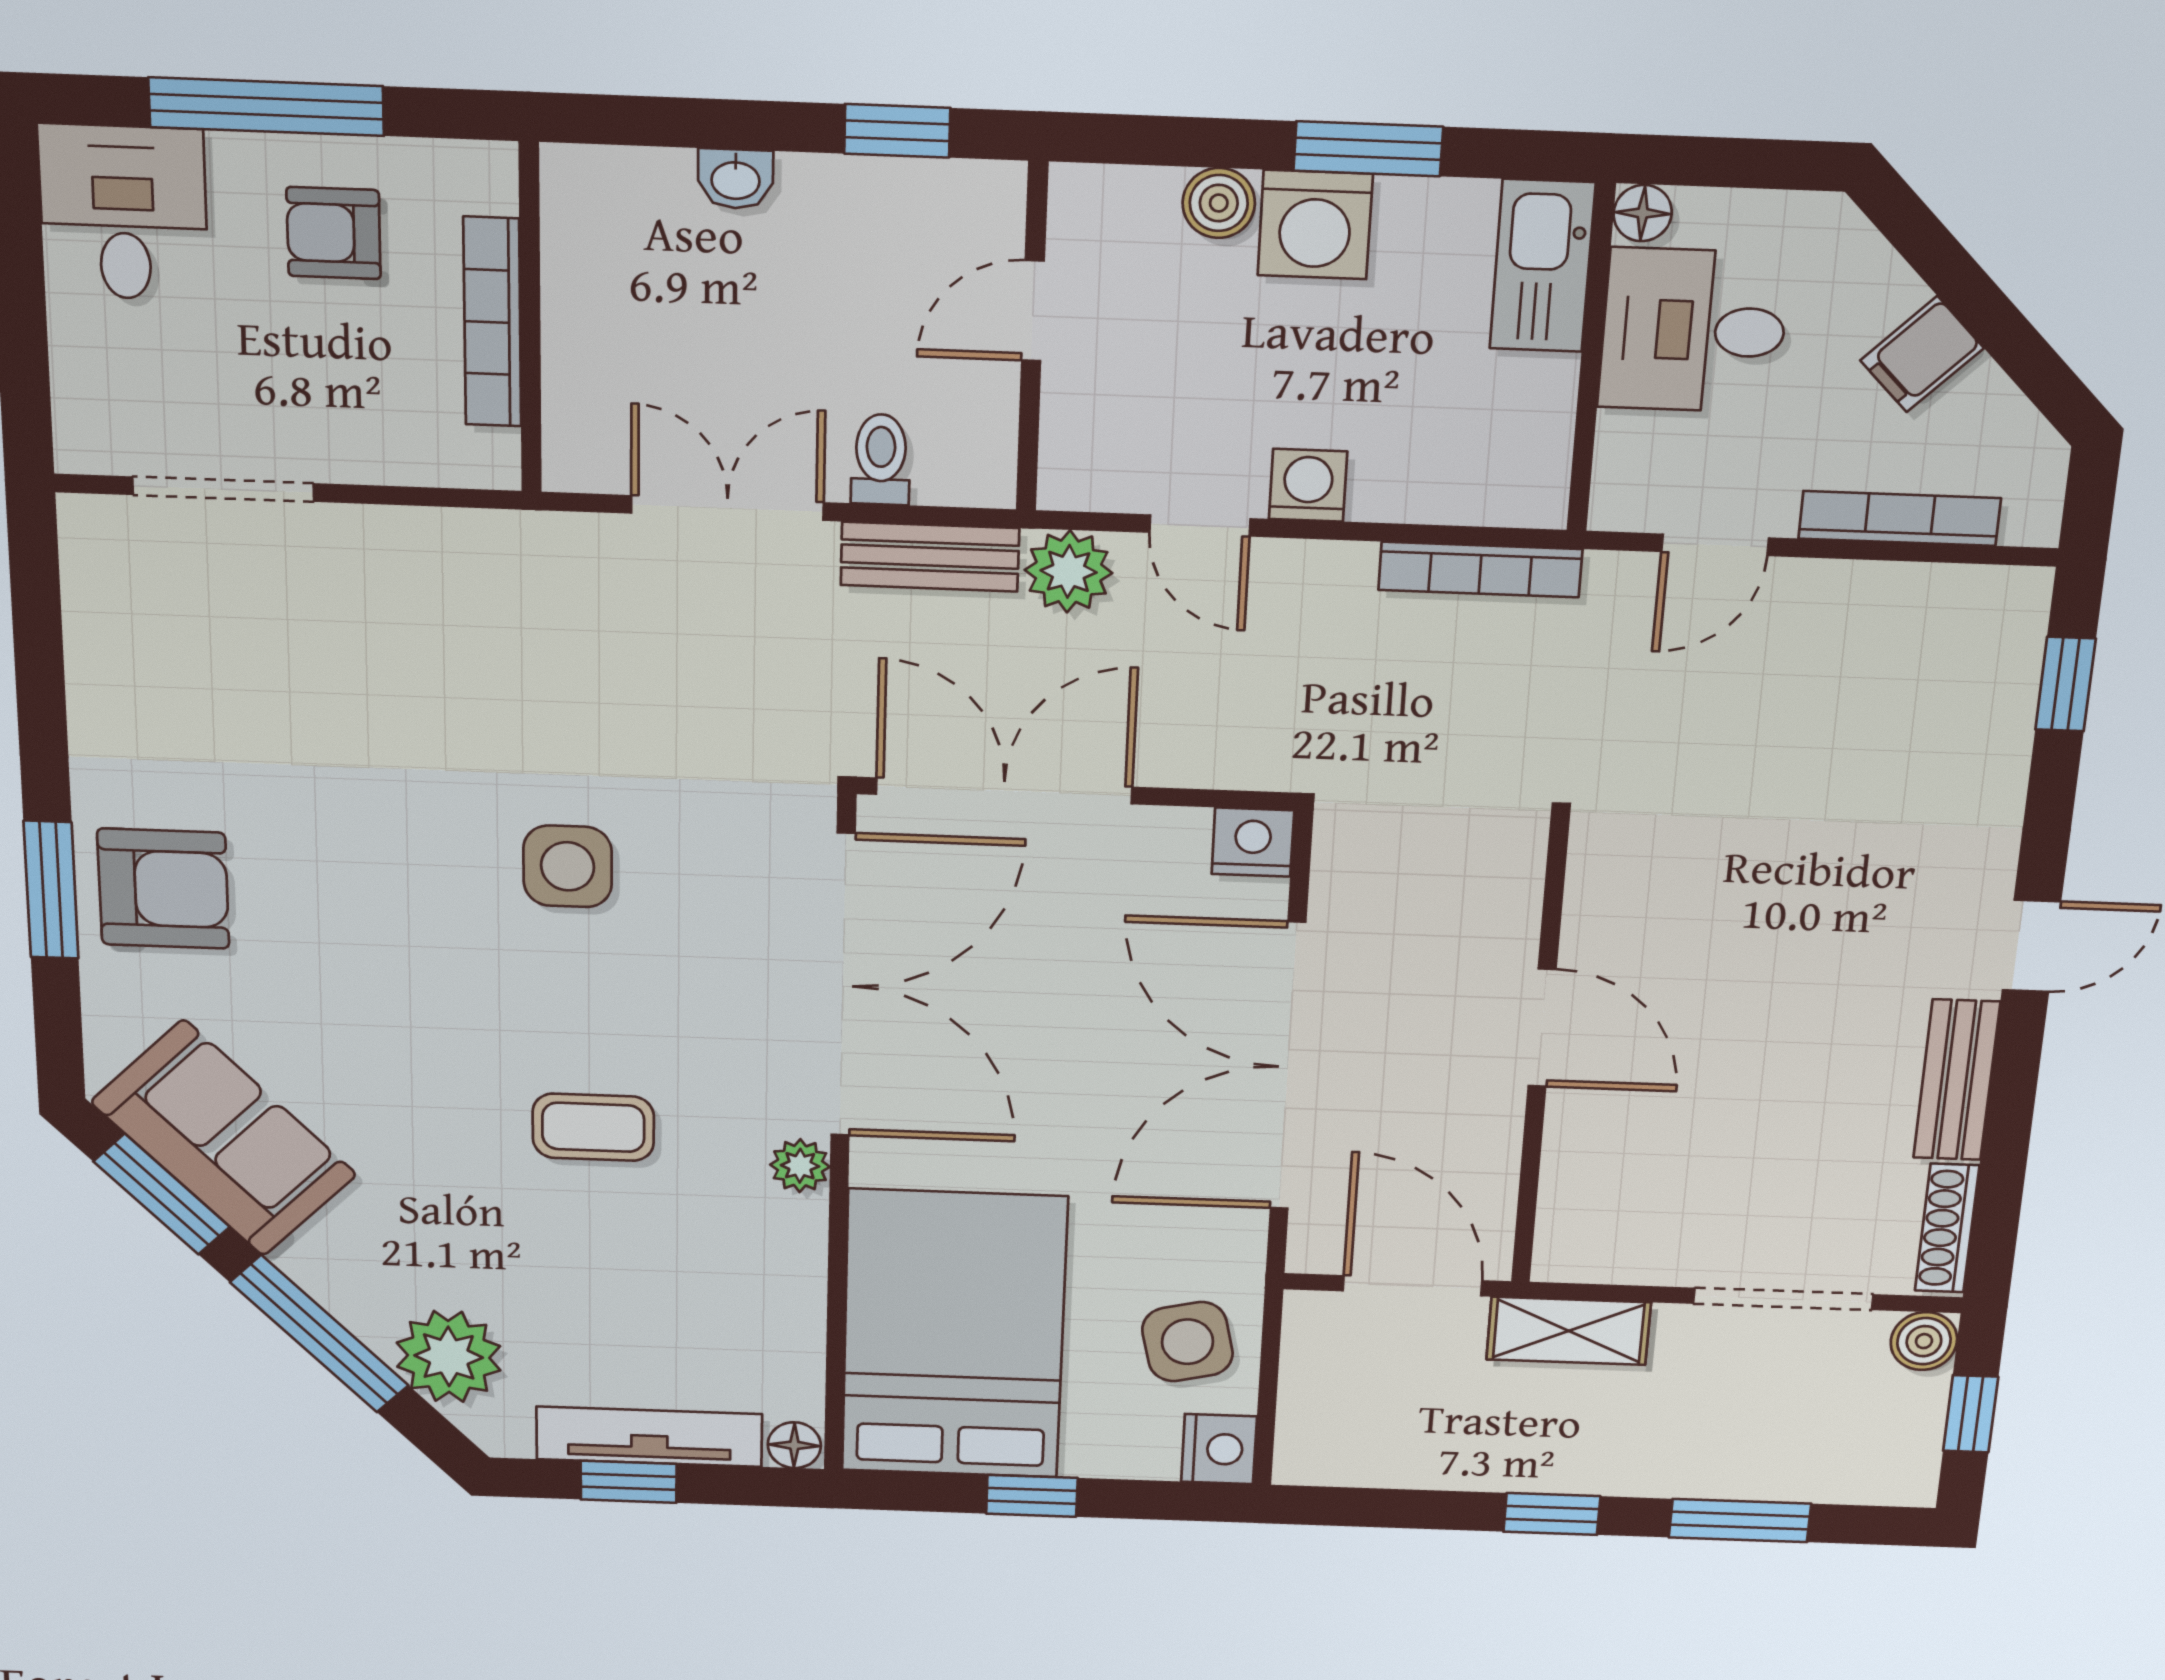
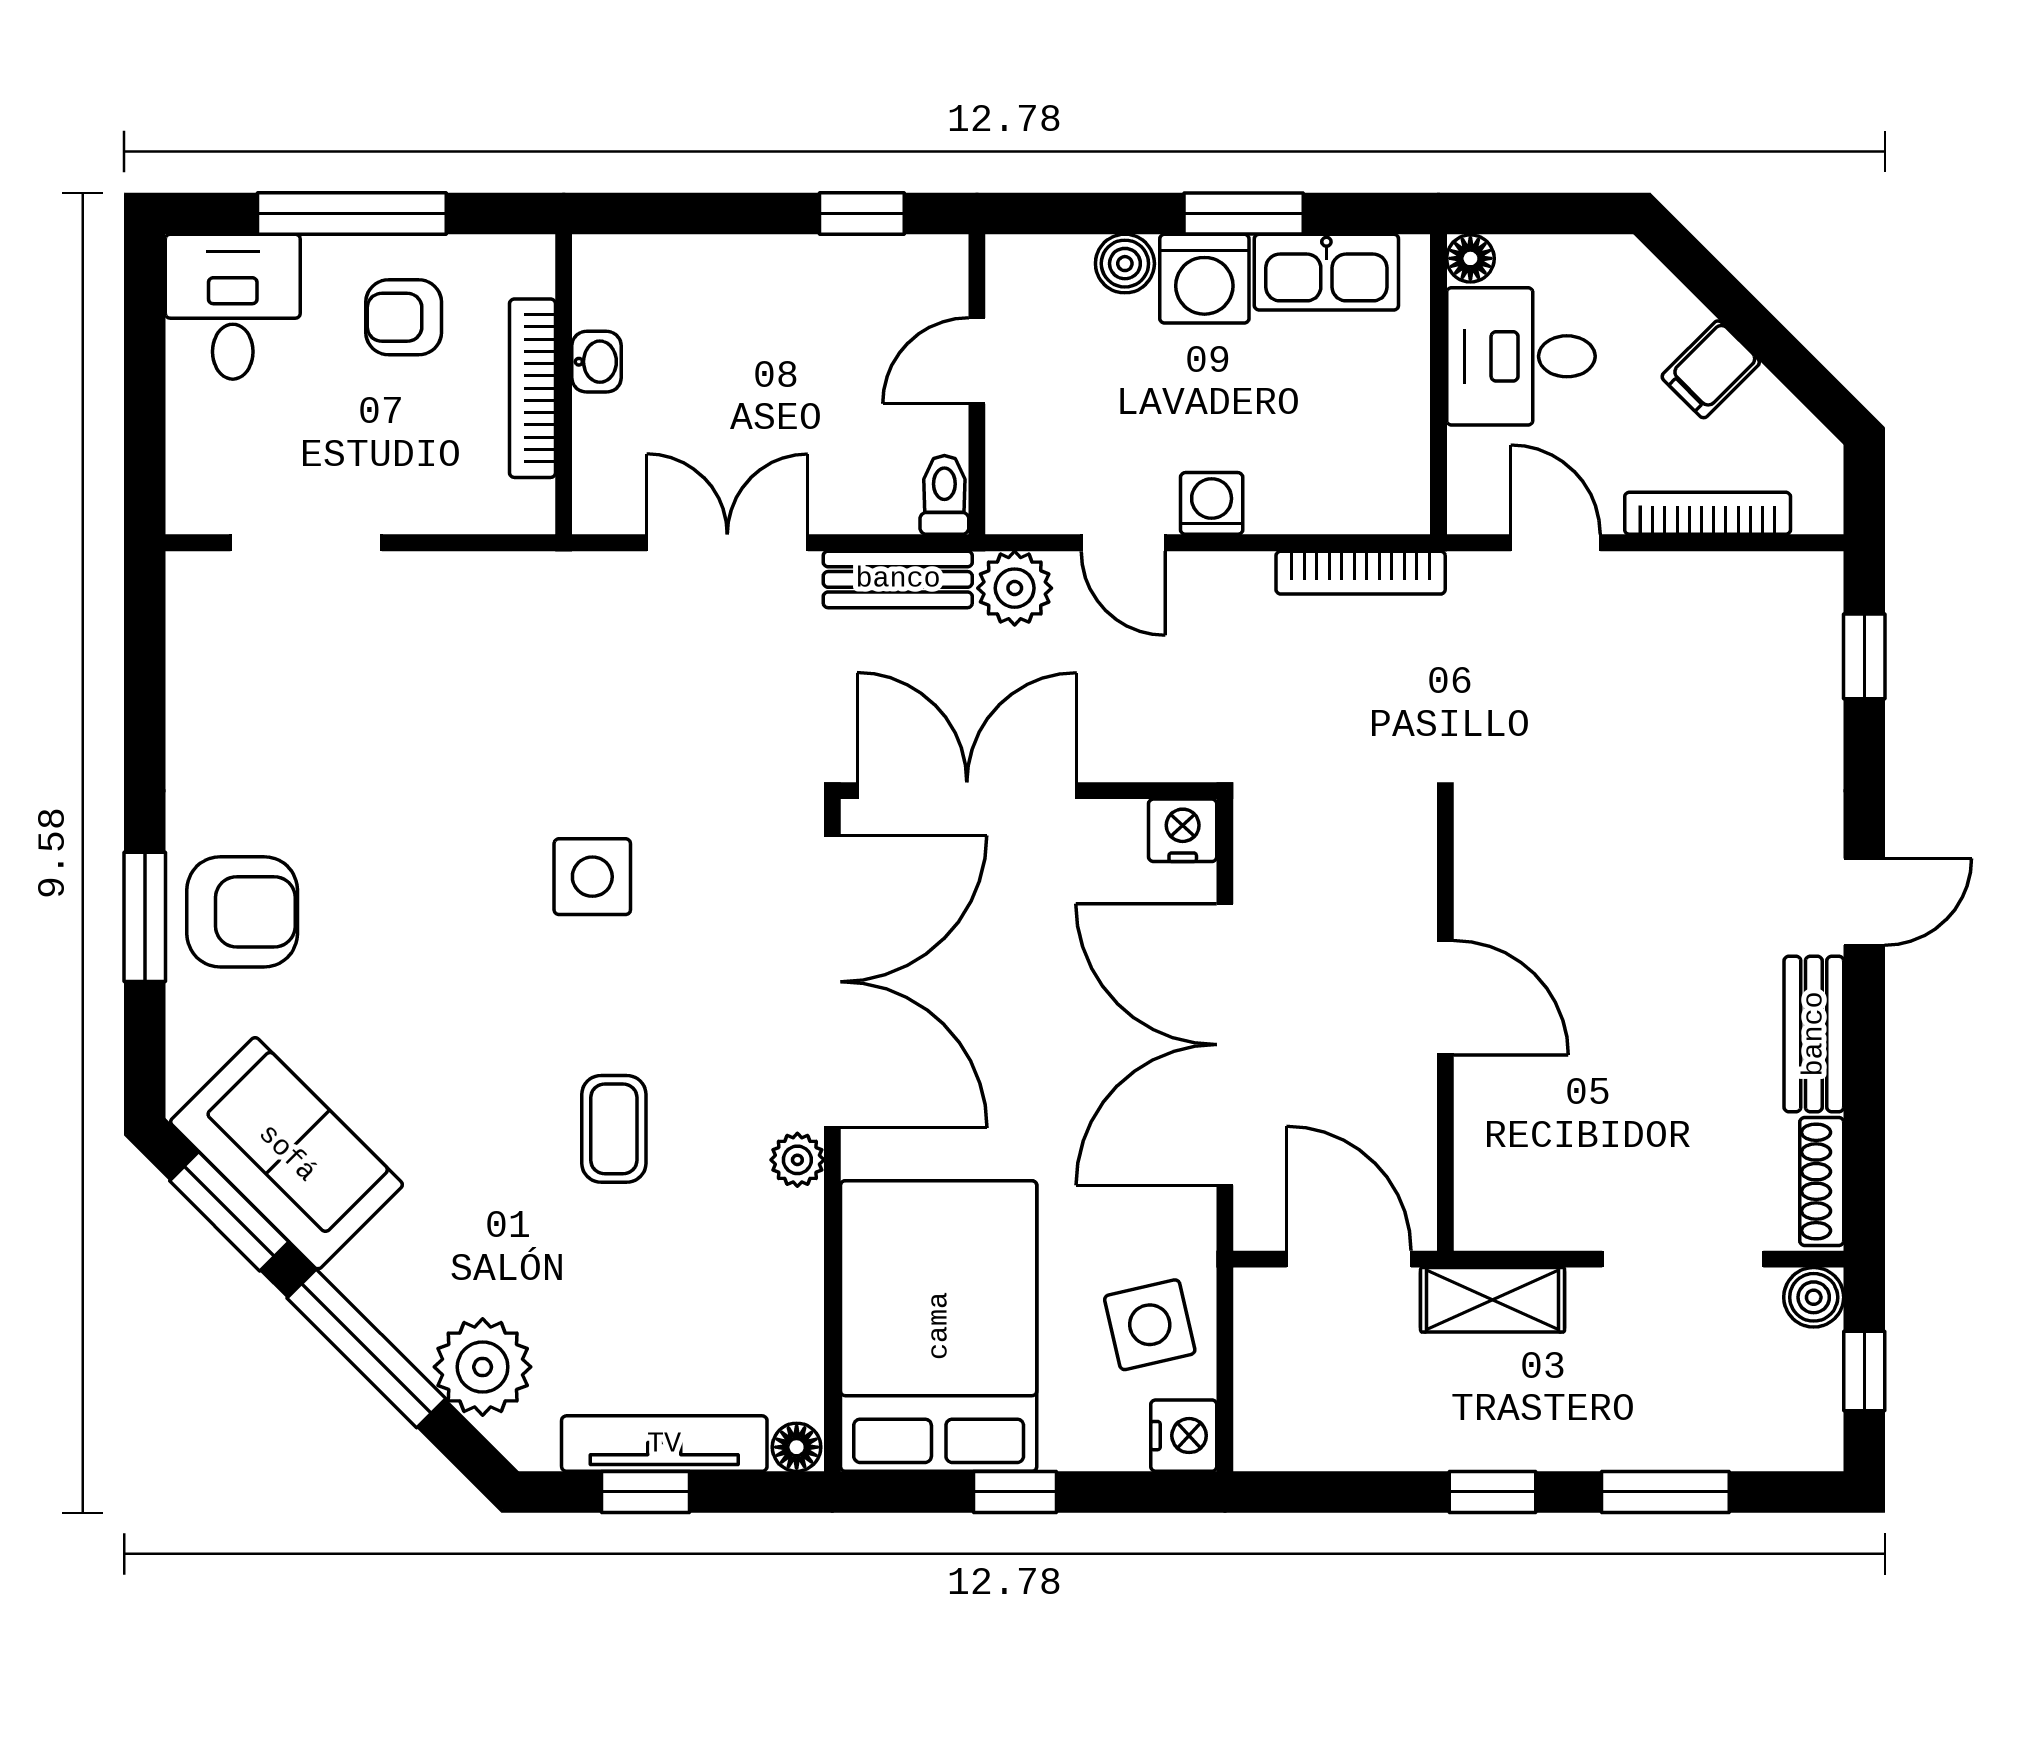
washbasin: (736, 179) -> (597, 362), moved, turned -90
kitchen sink: (1542, 266) -> (1326, 272), moved, turned -90
toilet: (881, 459) -> (944, 495), moved
door: (1715, 545) -> (1556, 543), swing flipped
coffee table: (593, 1127) -> (614, 1129), turned 90

